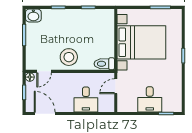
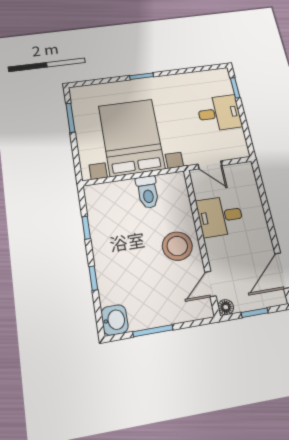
toilet: (104, 64) -> (148, 192), moved
door: (44, 71) -> (210, 284), swing flipped
desk: (86, 100) -> (220, 216), moved, turned 180

